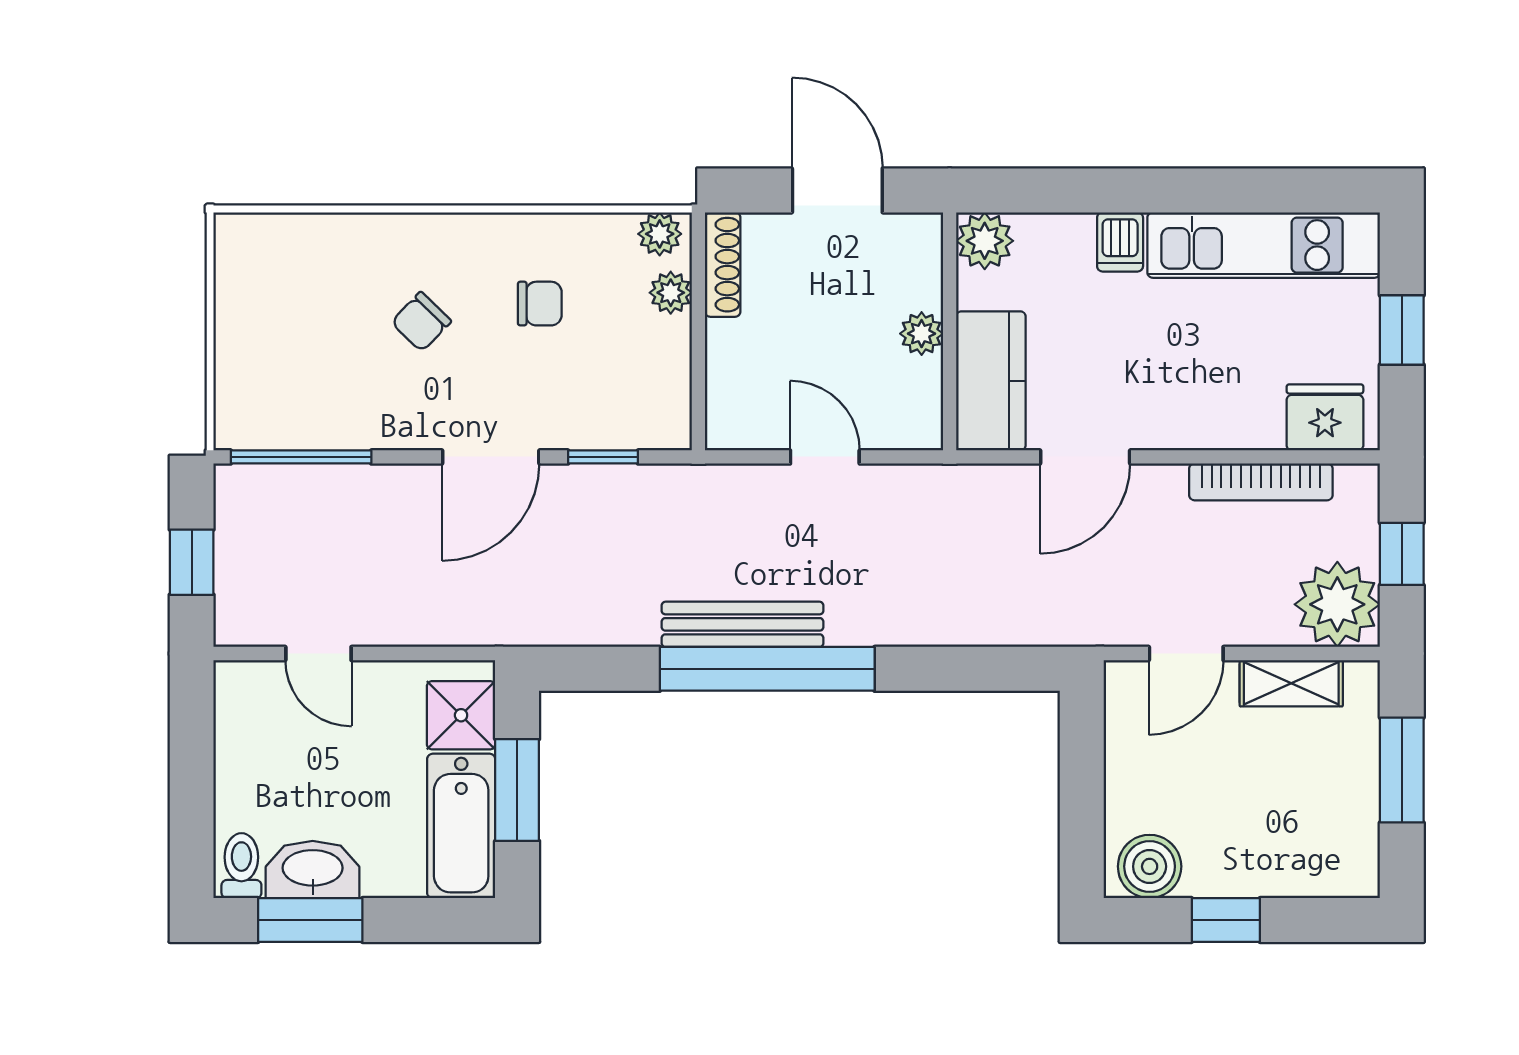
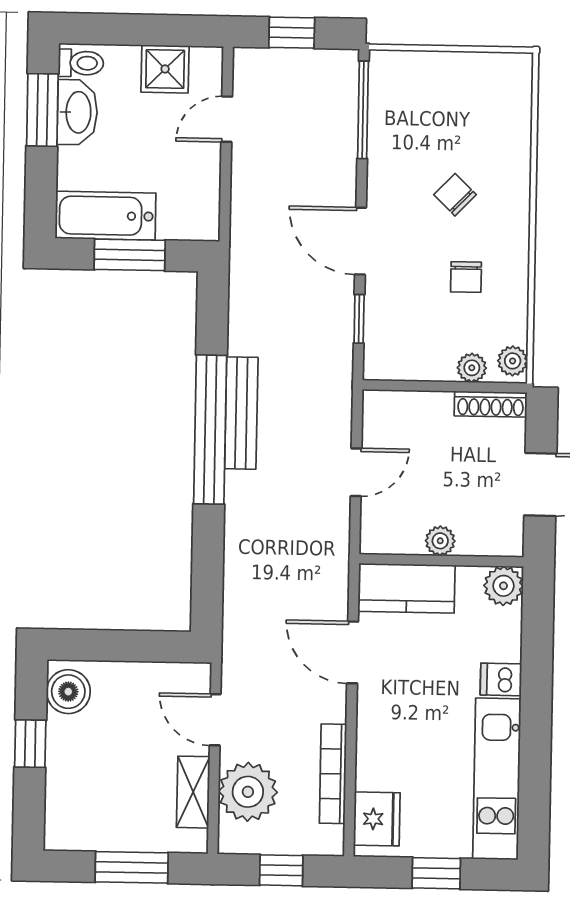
plant: (1337, 604) -> (248, 792), moved
shower: (461, 715) -> (165, 69), moved

